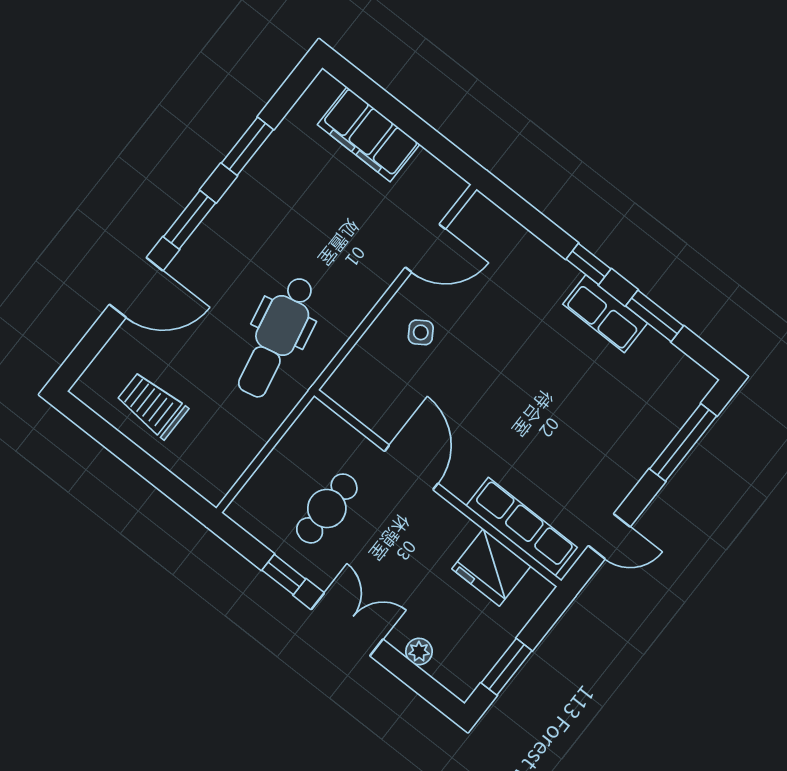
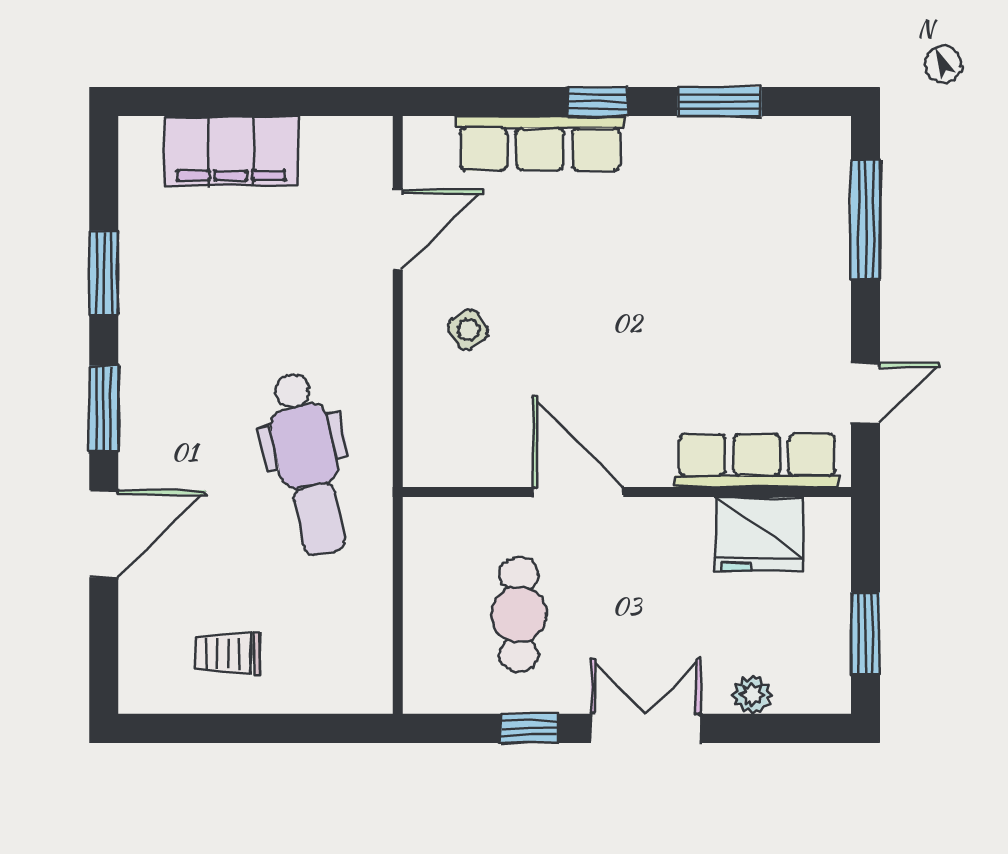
row of seats: (605, 314) -> (540, 143), moved, width x1.48
trolley: (152, 405) -> (227, 653), width x0.73, depth x0.72

